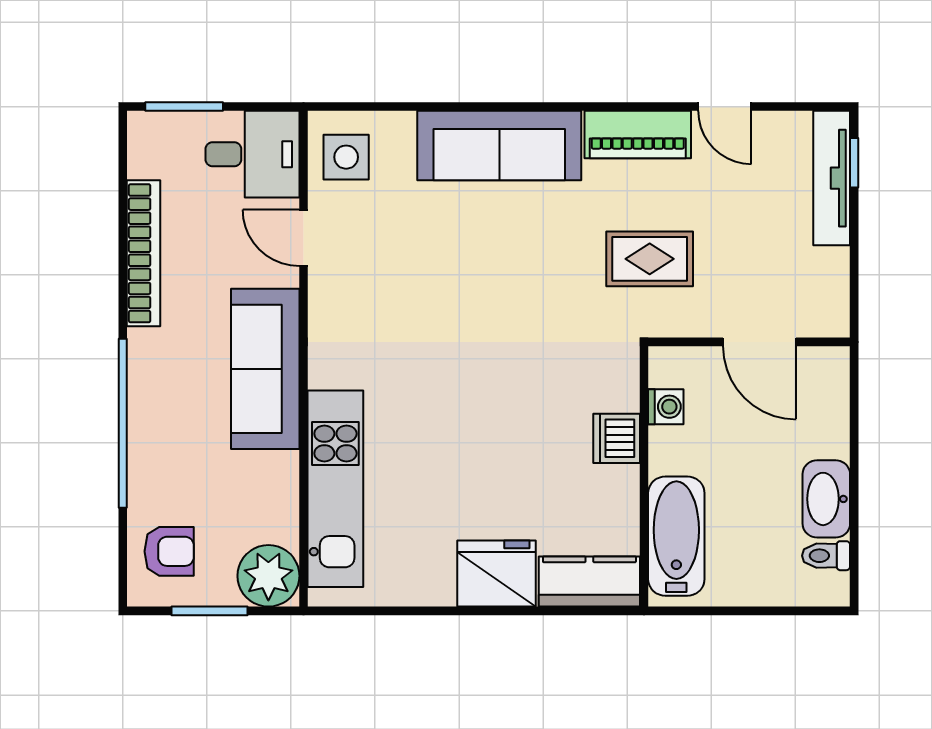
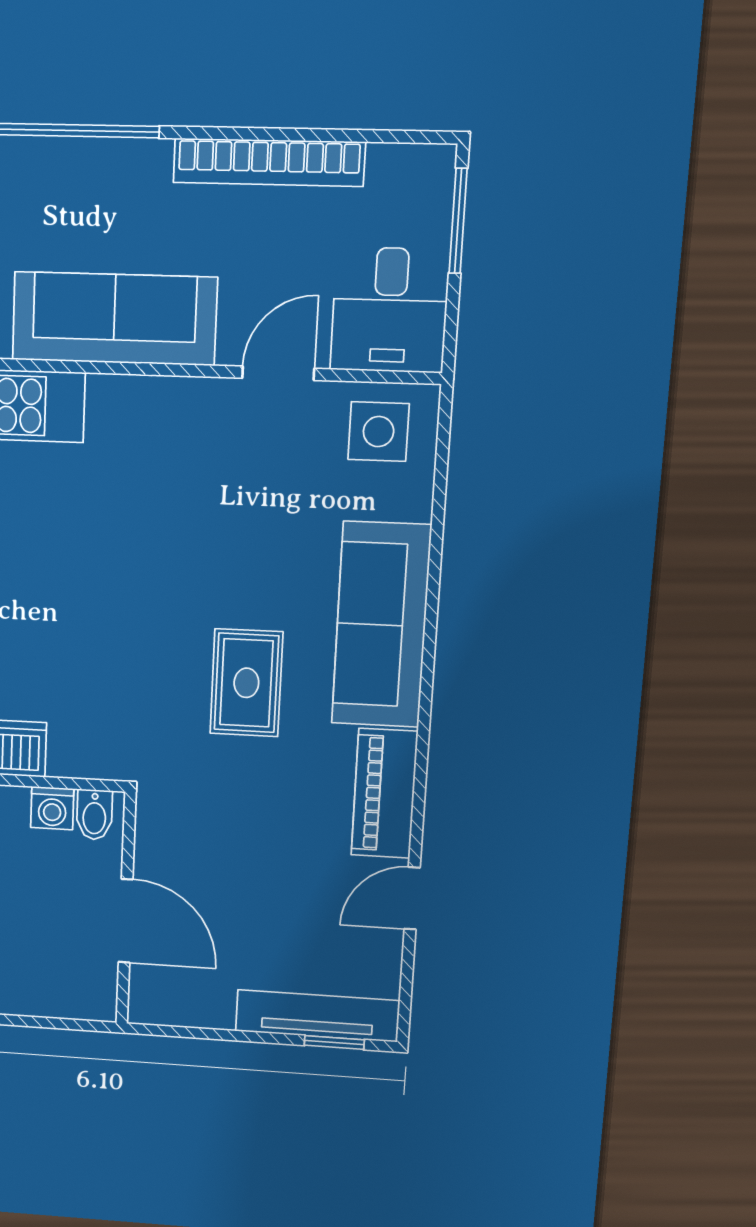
rug: (650, 259) -> (246, 683), moved
door: (760, 342) -> (126, 921), swing flipped
bidet: (669, 371) -> (94, 815), added

